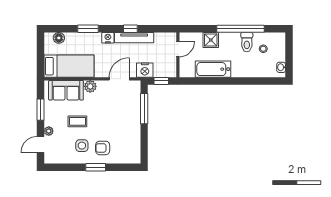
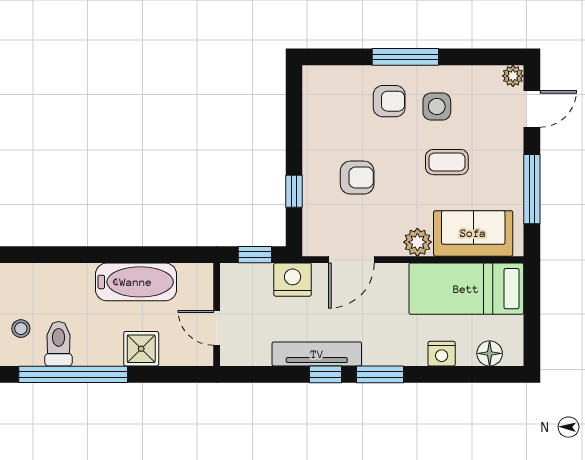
window: (88, 29) -> (380, 374), moved
nightstand: (108, 38) -> (442, 354), moved
door: (178, 49) -> (217, 328), hinge flipped
window: (144, 109) -> (294, 191), width x0.46
window: (40, 110) -> (532, 189), width x1.44
armchair: (117, 115) -> (357, 178), added
plant: (49, 131) -> (513, 76), moved
window: (96, 167) -> (405, 57), width x1.44

